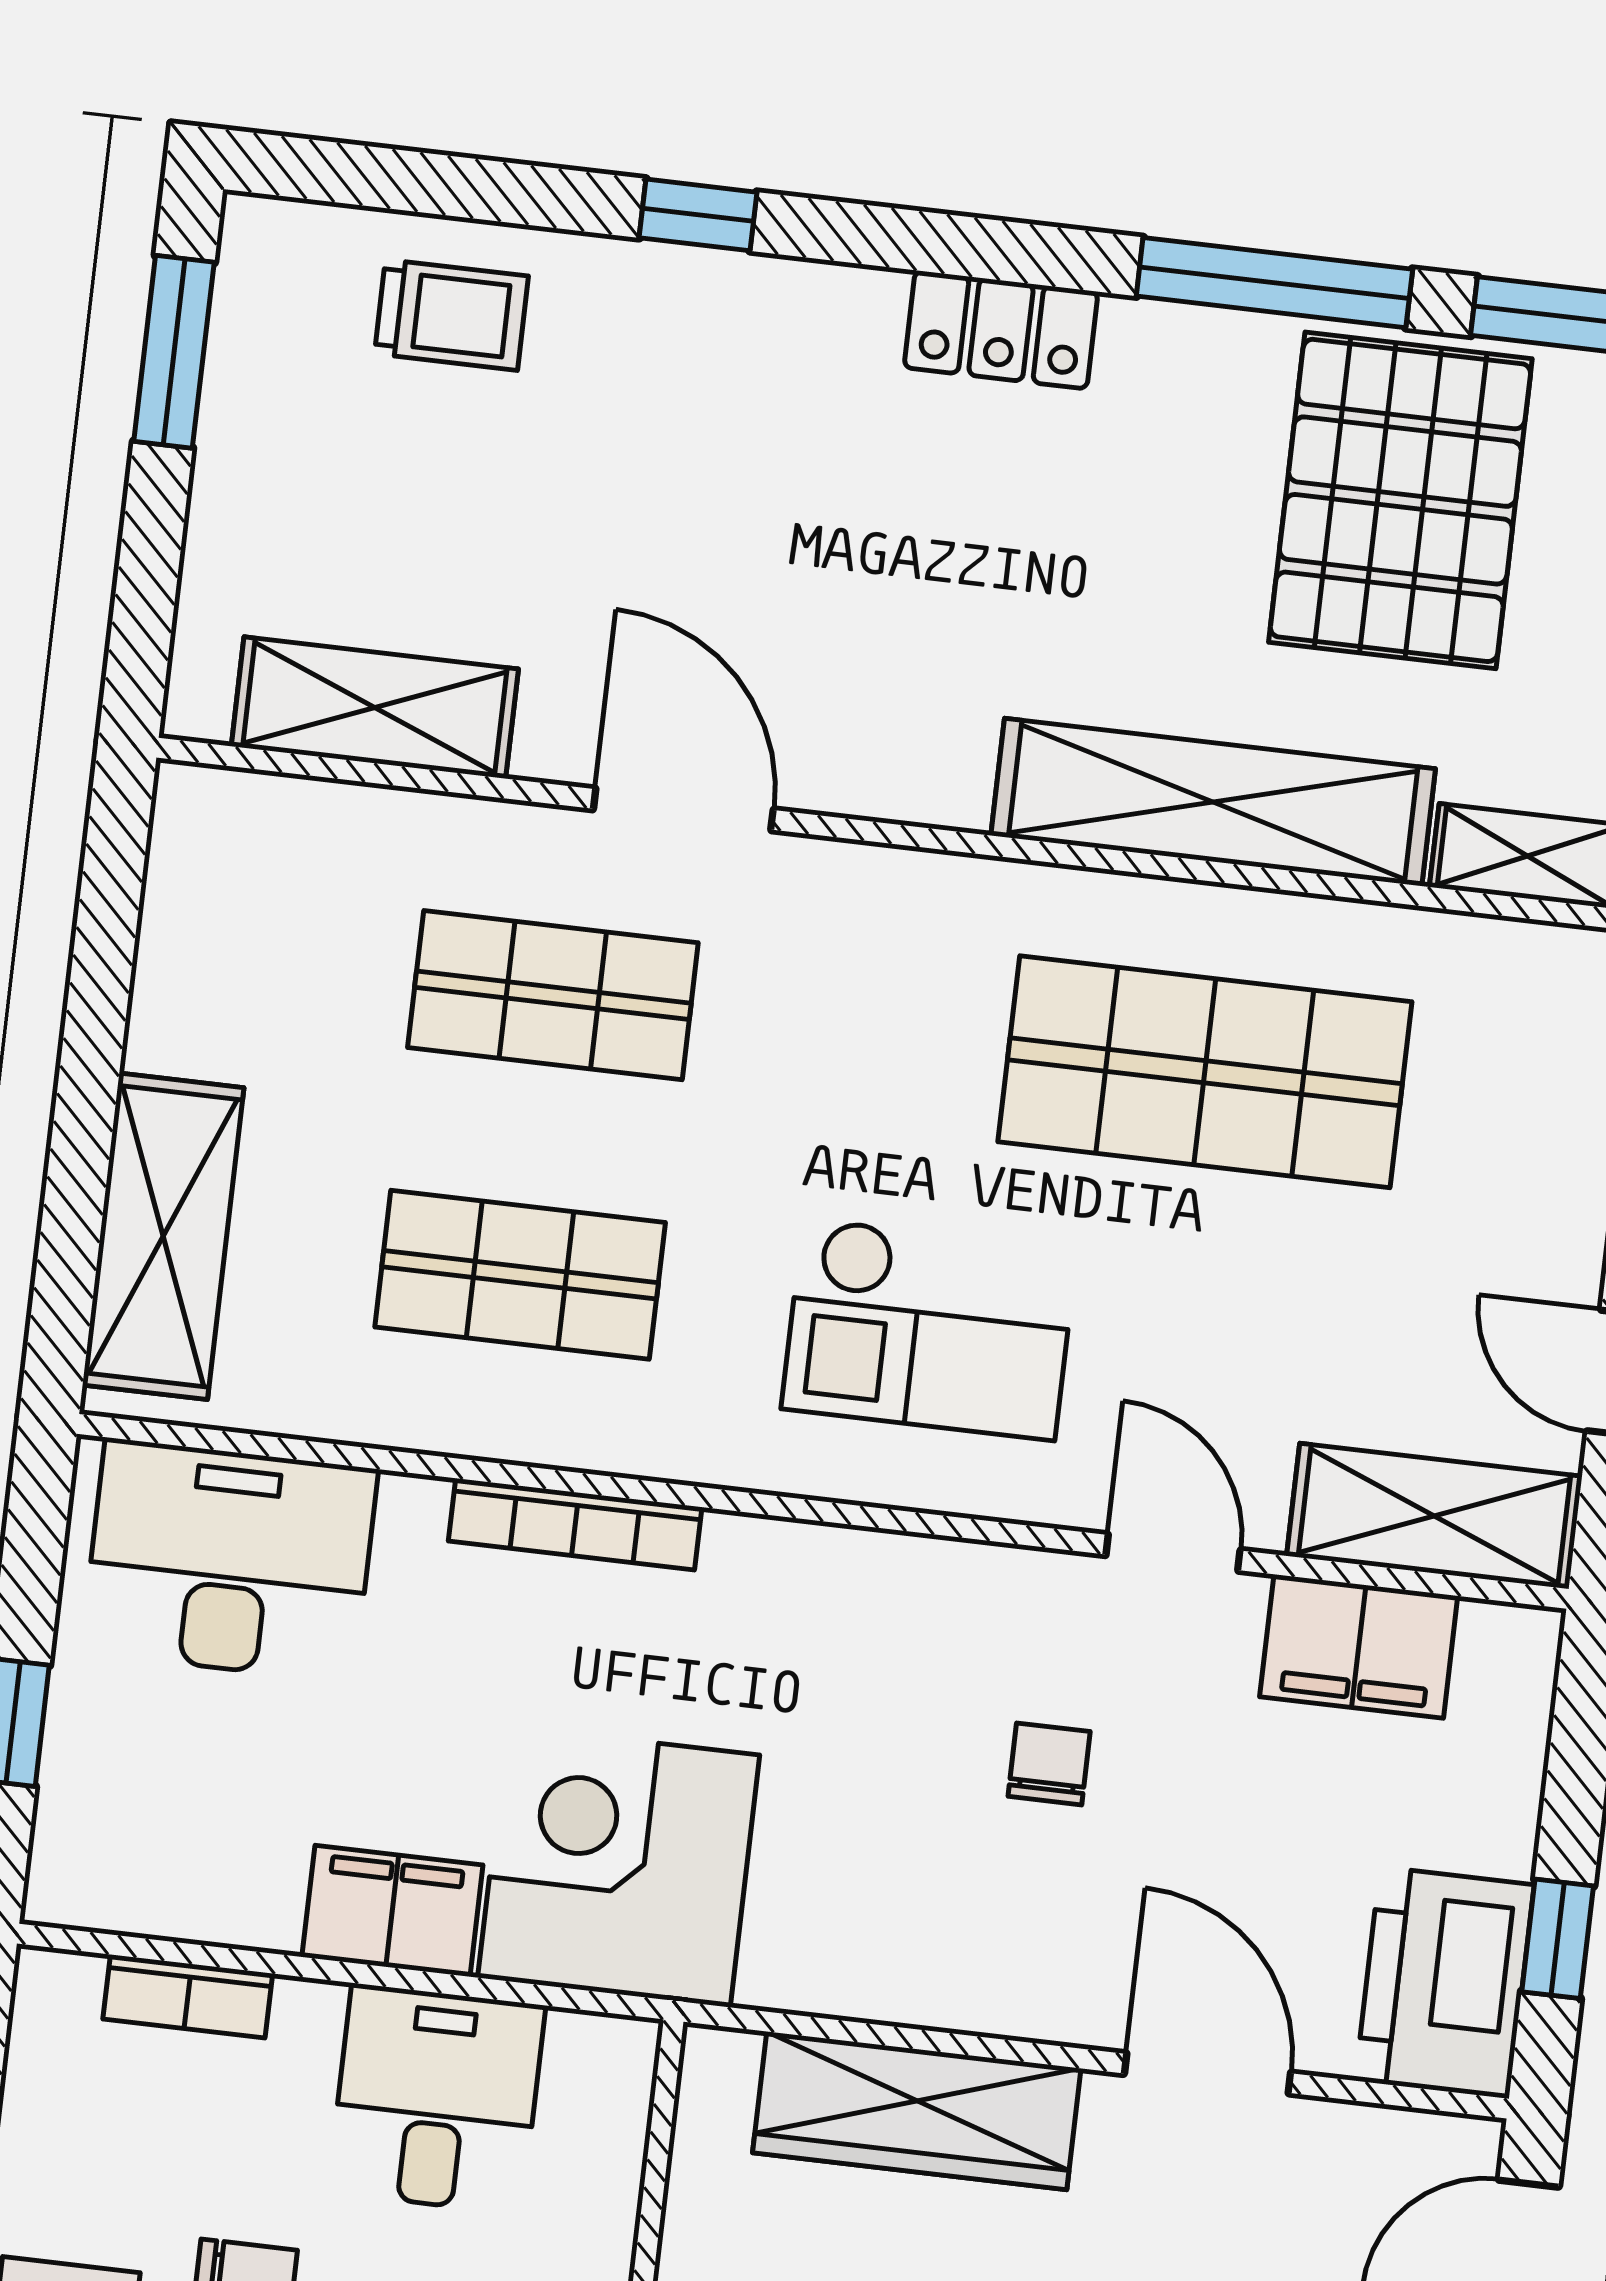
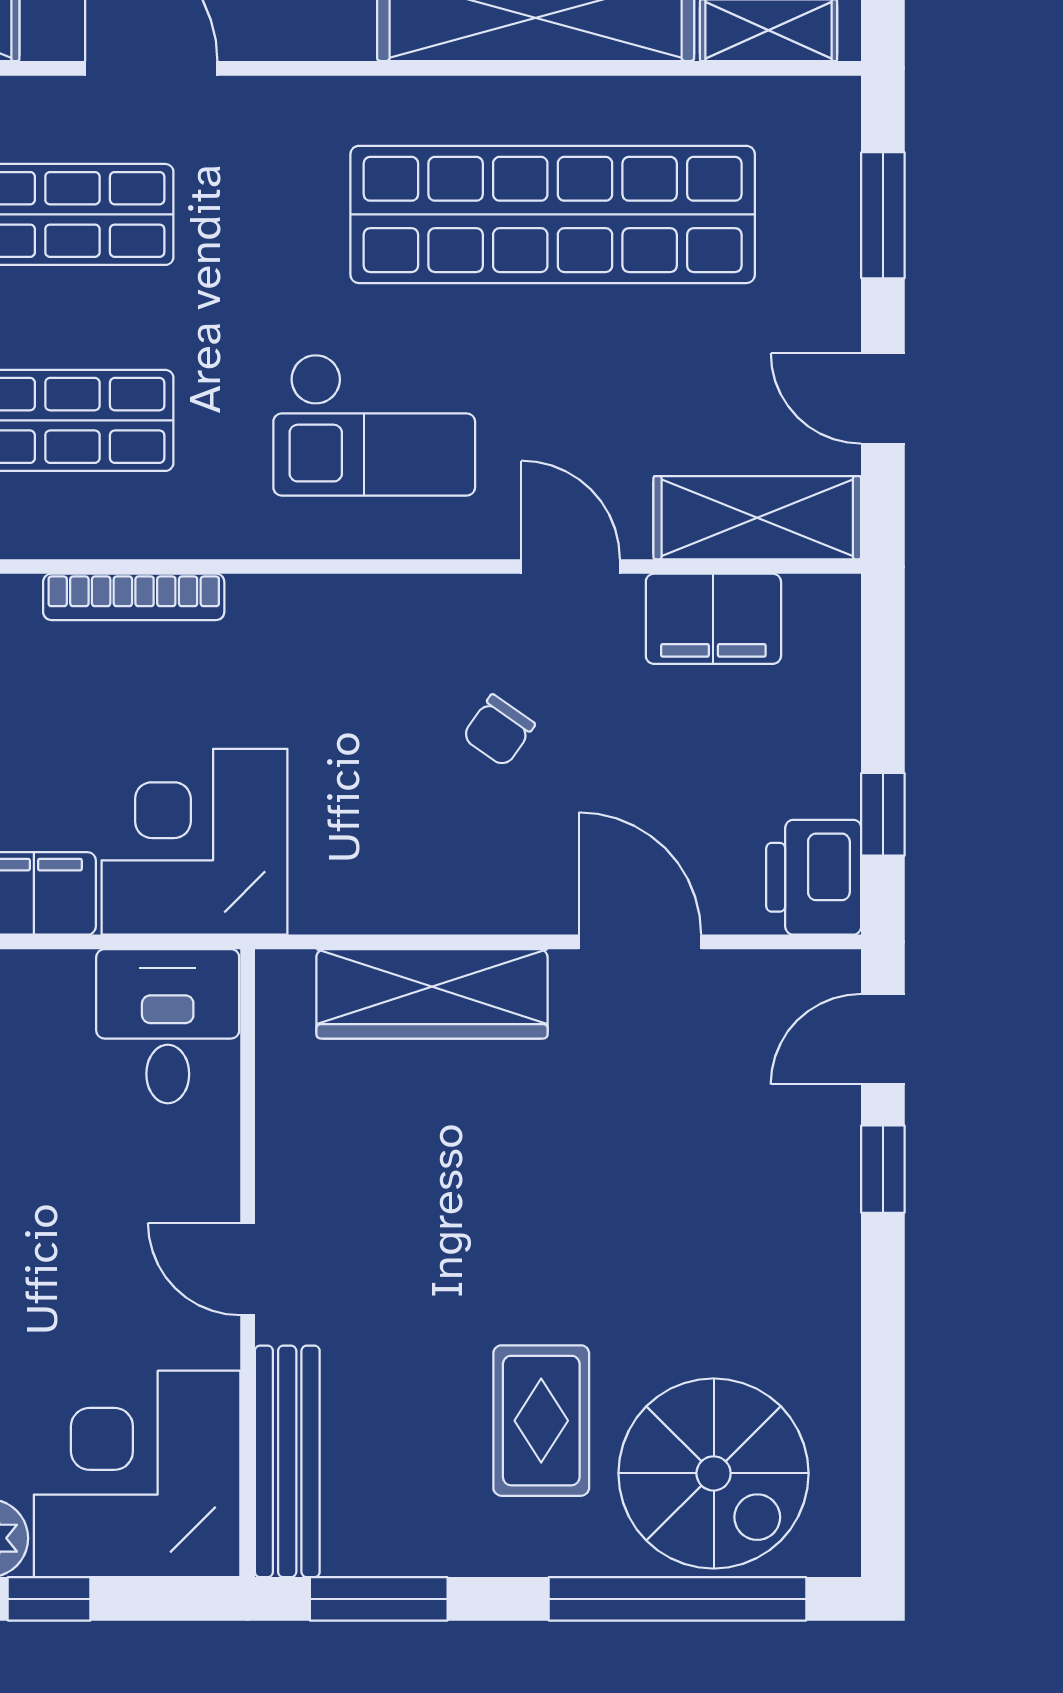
shop shelf: (1205, 1072) -> (553, 214), width x1.40
chair: (1049, 1764) -> (499, 731), turned -145
printer: (1445, 1983) -> (814, 877), width x0.73, depth x0.84
desk: (437, 2099) -> (168, 1026), moved

